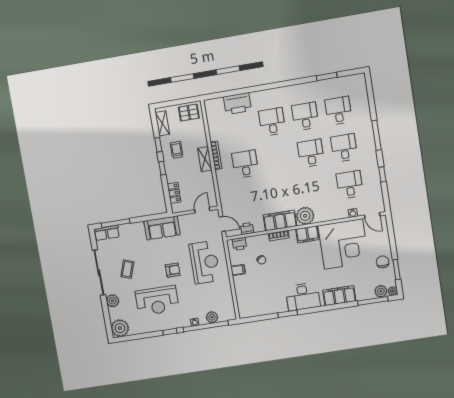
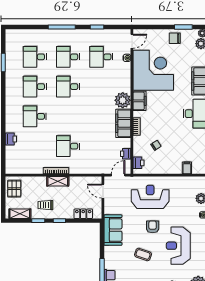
printer: (237, 104) -> (11, 139), width x0.53, depth x0.68
coffee table: (127, 269) -> (143, 254), moved
filing cabinet: (238, 270) -> (187, 168), moved
reception desk: (157, 301) -> (178, 246), turned 180

